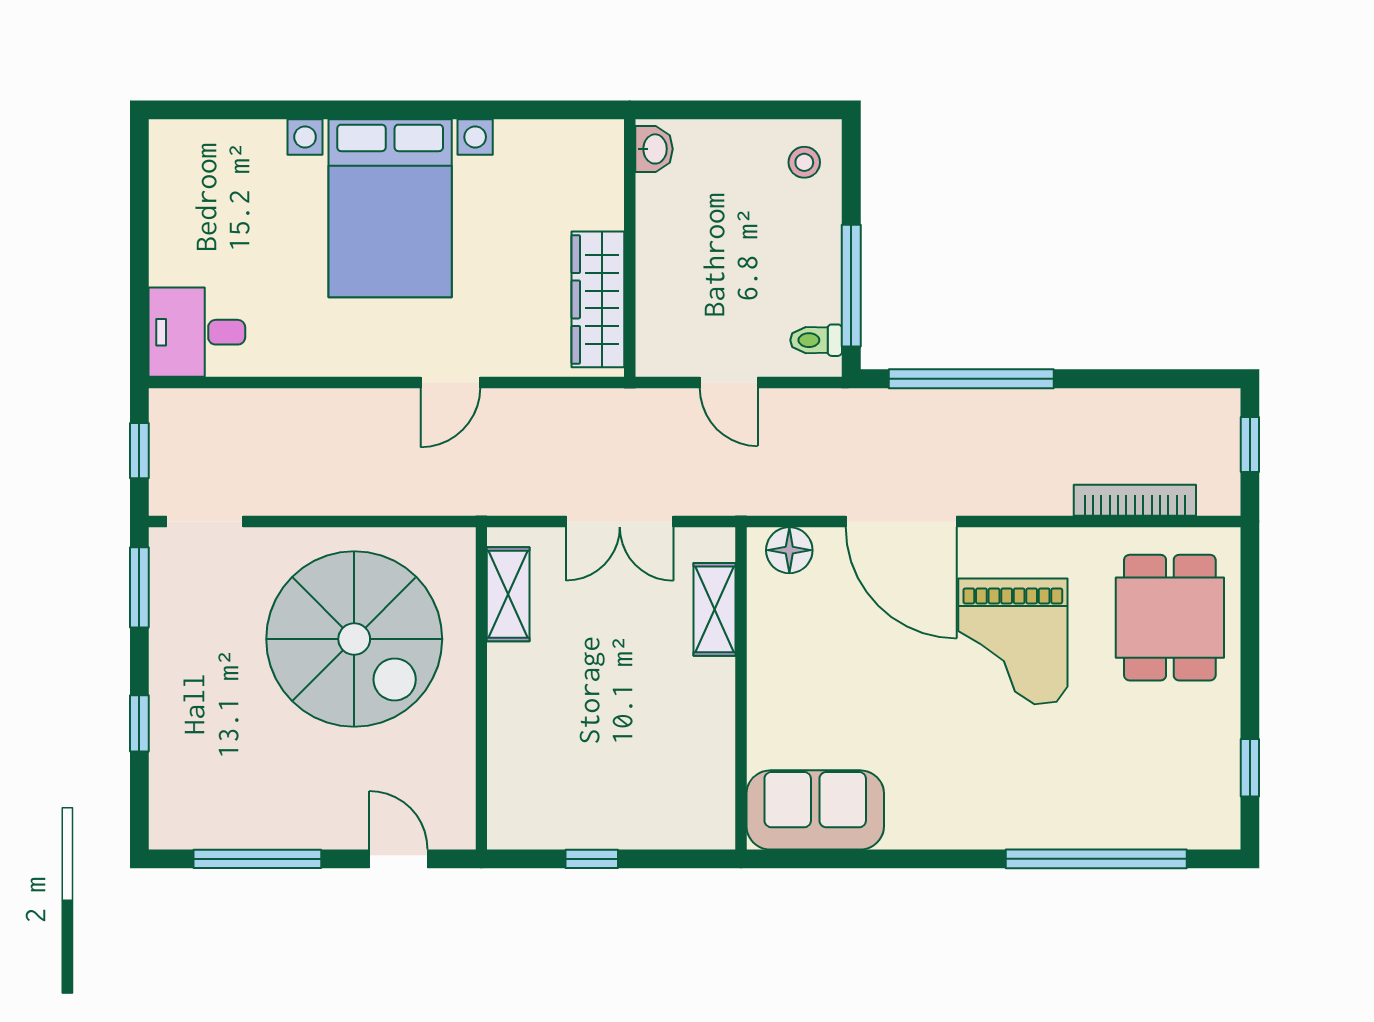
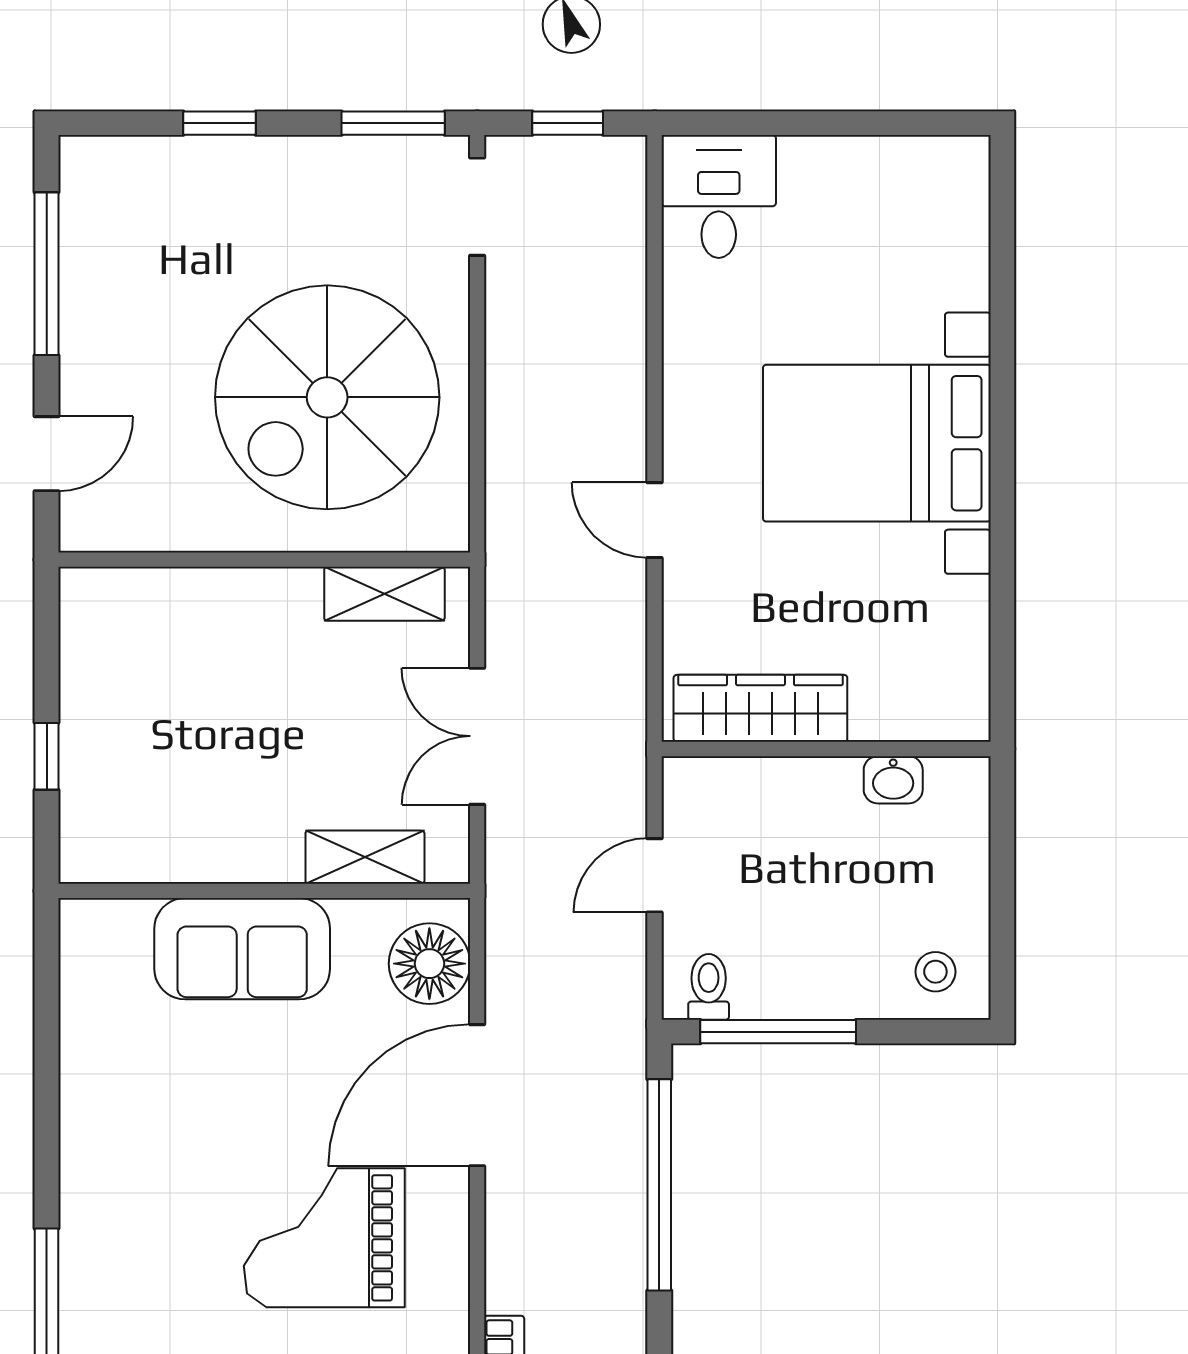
washbasin: (654, 149) -> (893, 780), moved
floor lamp: (789, 550) -> (429, 964), width x1.38, depth x1.38
sofa: (815, 810) -> (242, 949), moved, turned 90
window: (592, 859) -> (47, 756), moved

